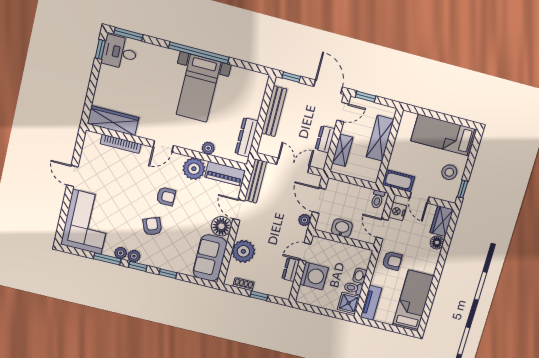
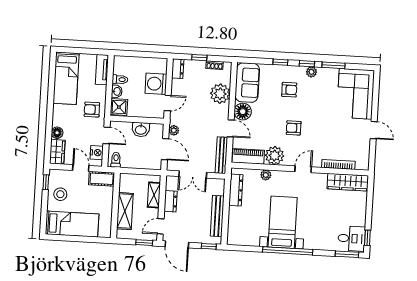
armchair: (152, 226) -> (289, 90), moved, turned -69
plant: (121, 253) -> (323, 72), removed
dresser: (291, 270) -> (178, 69), moved
shower: (349, 303) -> (119, 107), moved

